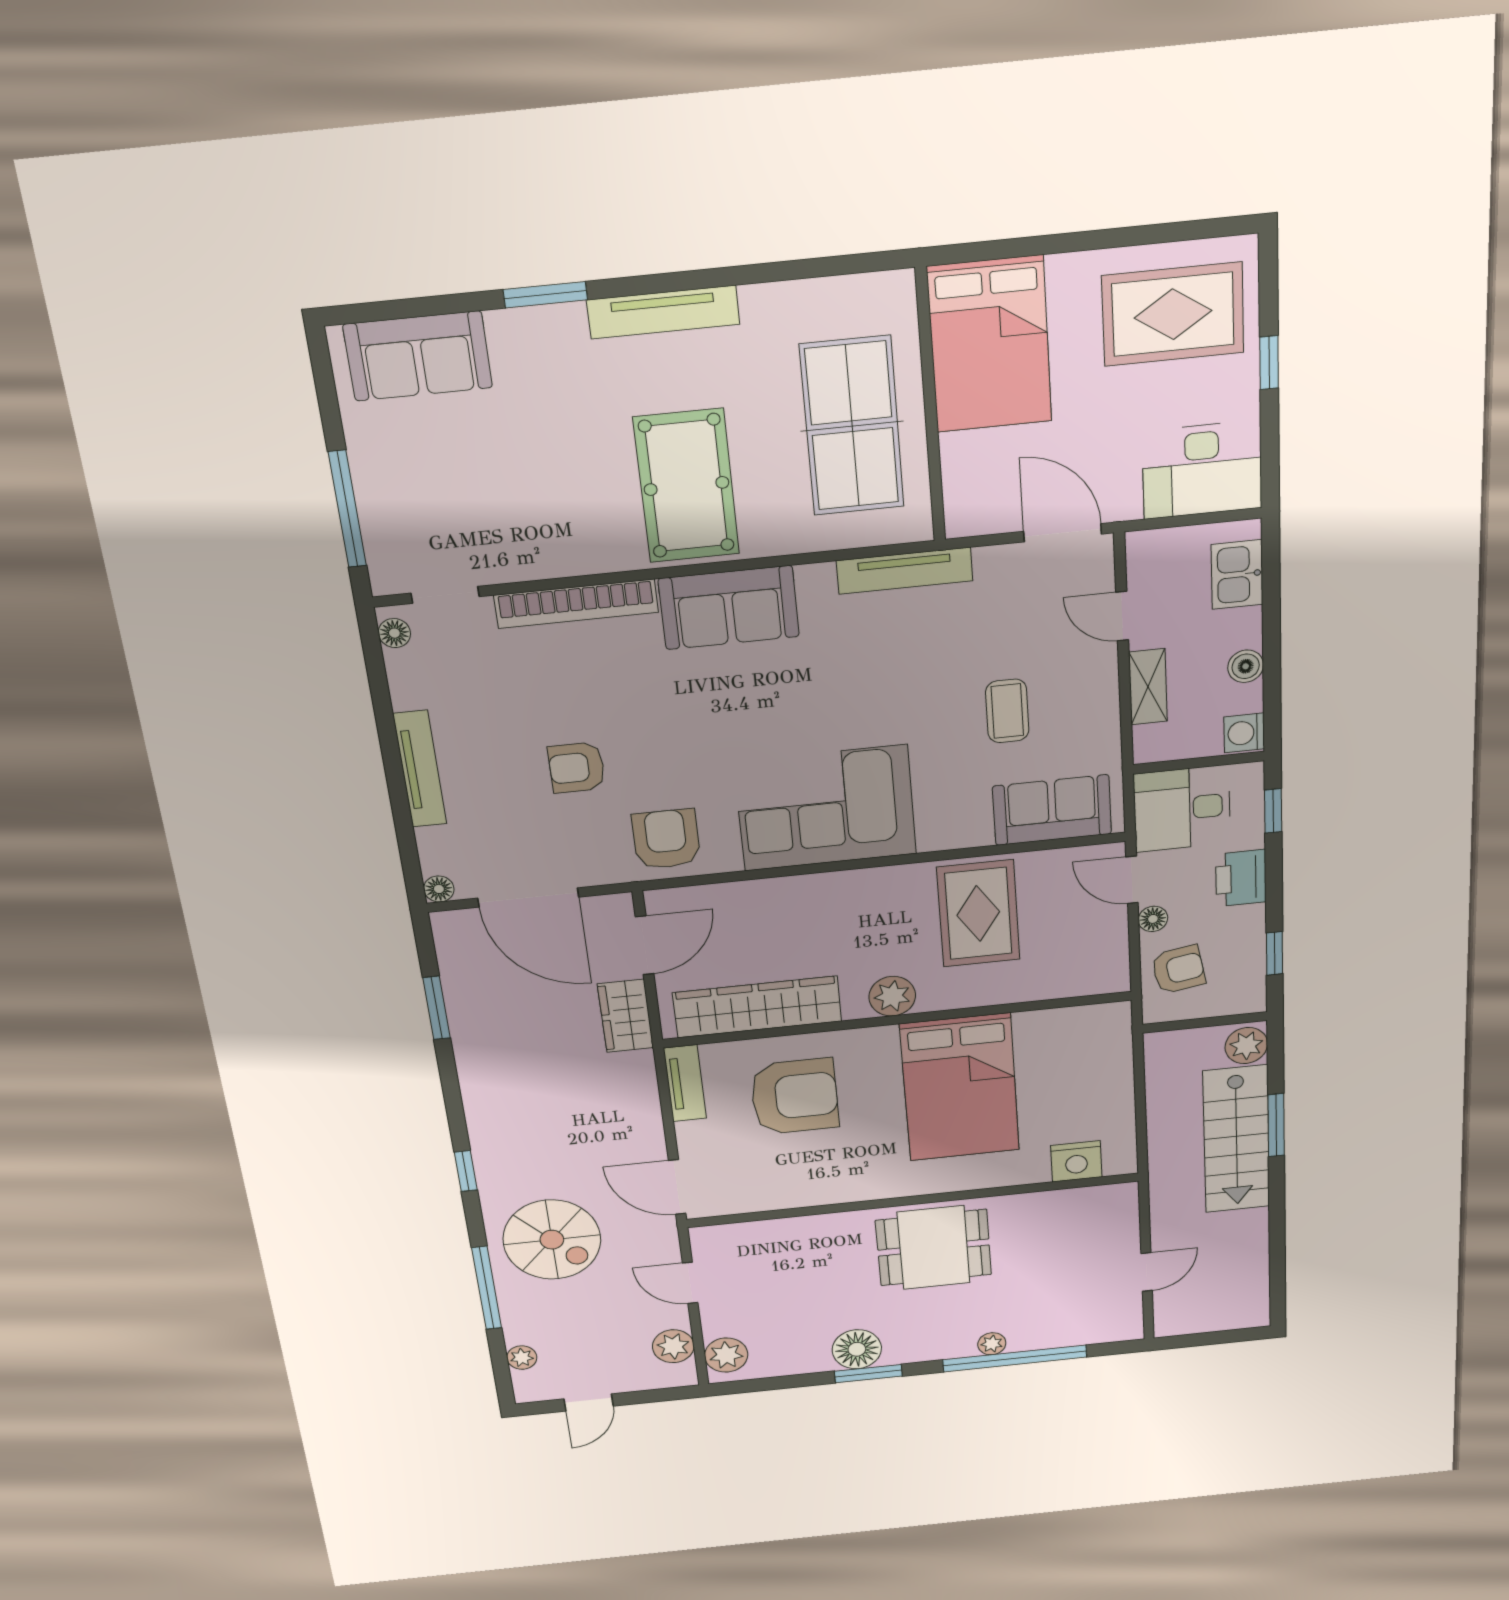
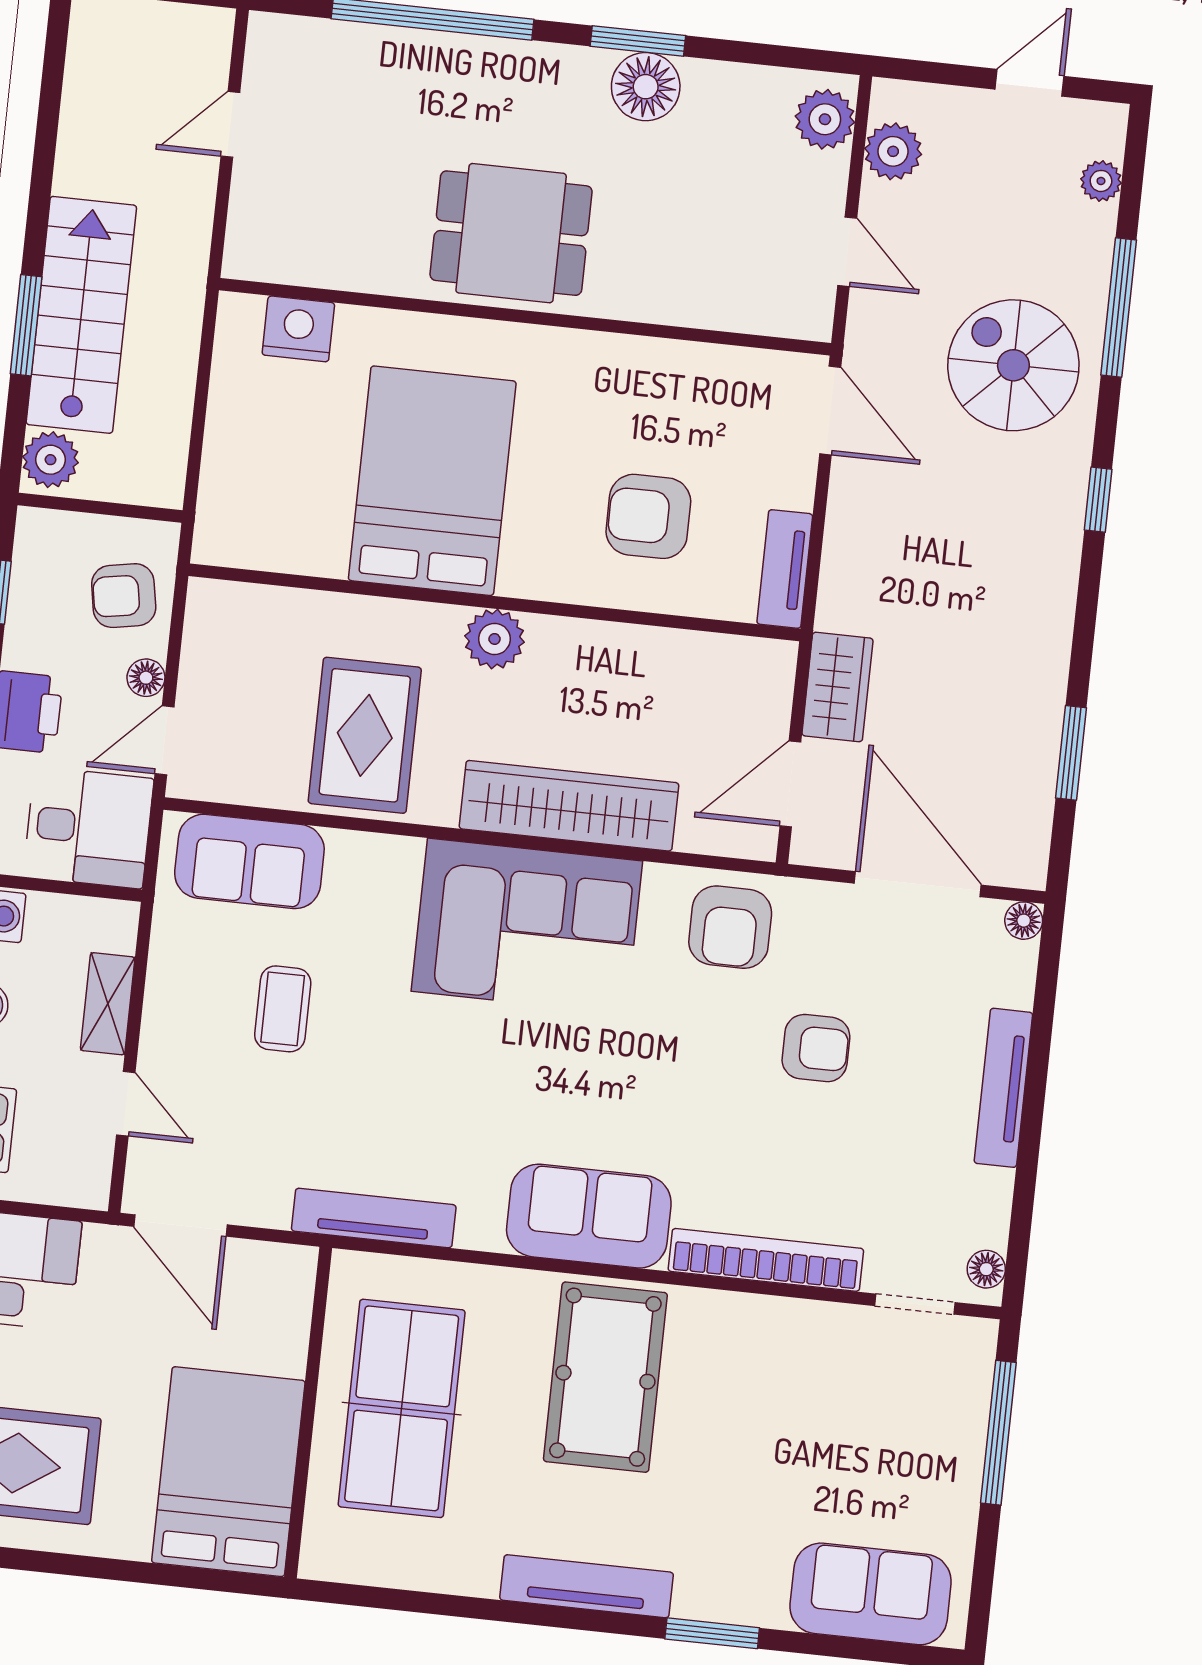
door: (1132, 880) -> (165, 740), swing flipped
wardrobe: (757, 1007) -> (569, 806), moved, turned 180
armchair: (795, 1096) -> (648, 516), width x0.73, depth x0.73
plant: (992, 1344) -> (460, 52), removed

